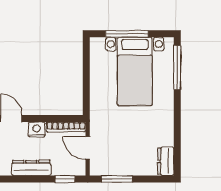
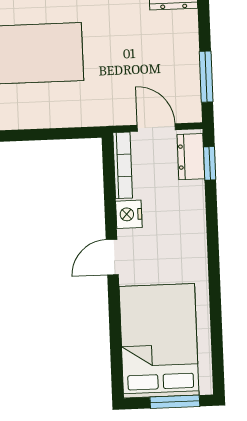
door: (88, 148) -> (156, 127), swing flipped
dresser: (31, 168) -> (191, 157), moved, width x0.70

